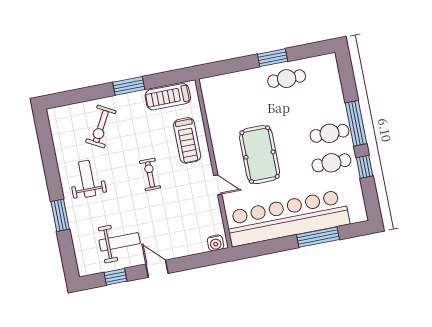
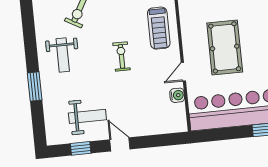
weight bench: (87, 179) -> (63, 55), turned 180
door: (218, 185) -> (183, 72), swing flipped
water cooler: (215, 243) -> (177, 95), moved, turned -90

